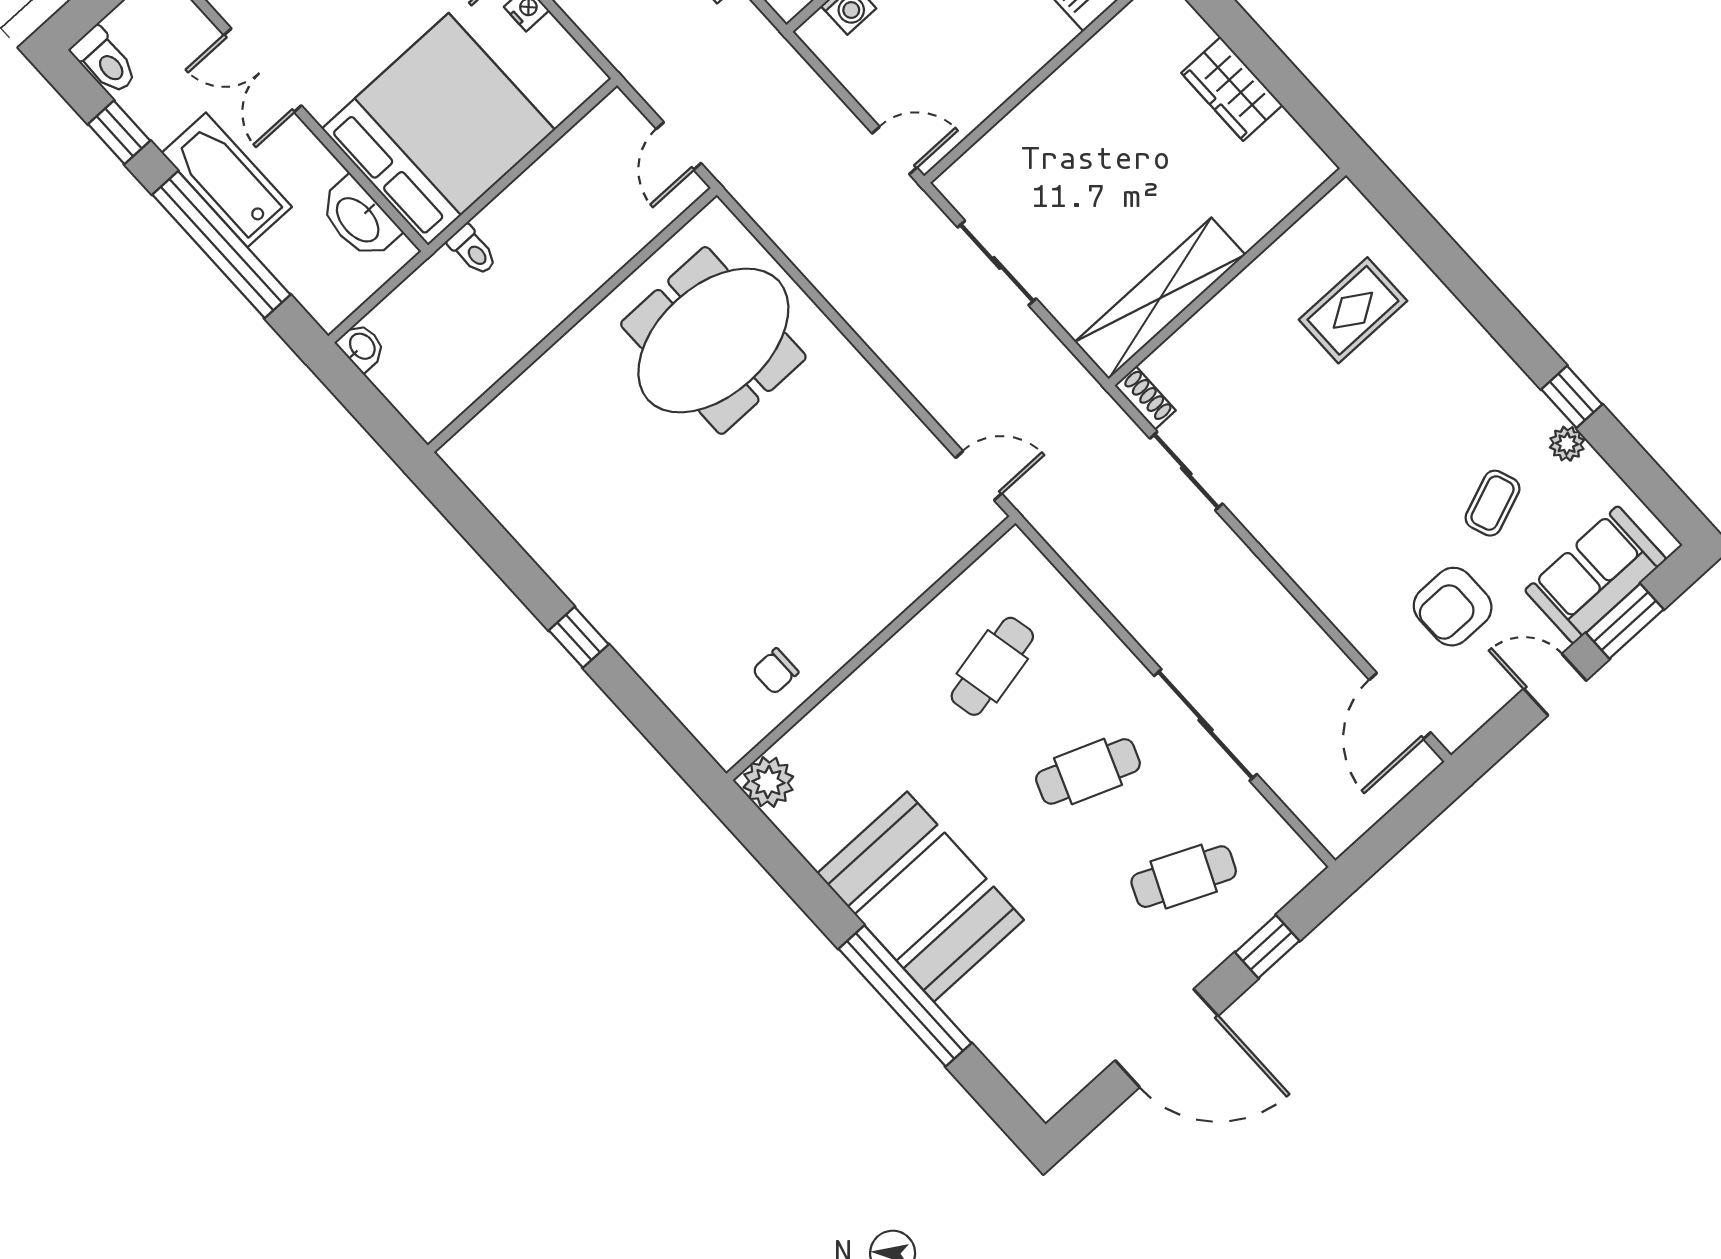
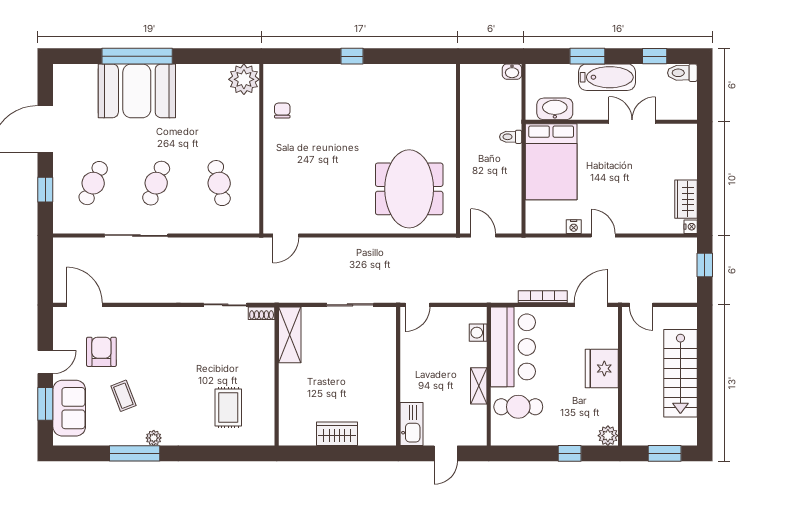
bed: (438, 129) -> (551, 162), width x0.73
window: (221, 245) -> (587, 56), width x0.47
shelving: (1160, 298) -> (290, 335), width x0.68
window: (1572, 397) -> (135, 453), width x2.17
plant: (1567, 444) -> (154, 438), moved
plant: (768, 782) -> (244, 79), width x1.36, depth x1.36
booth: (921, 897) -> (137, 91), moved

